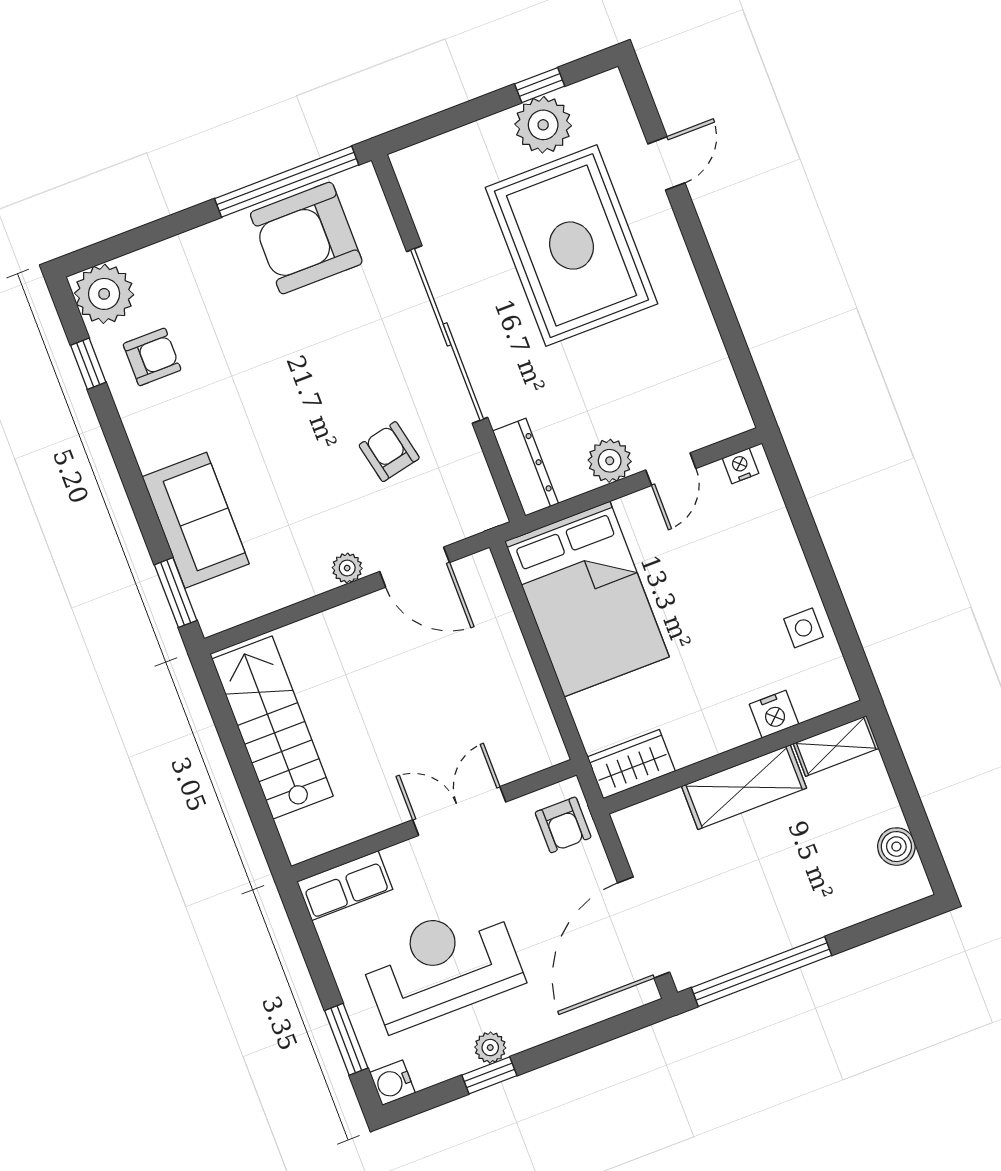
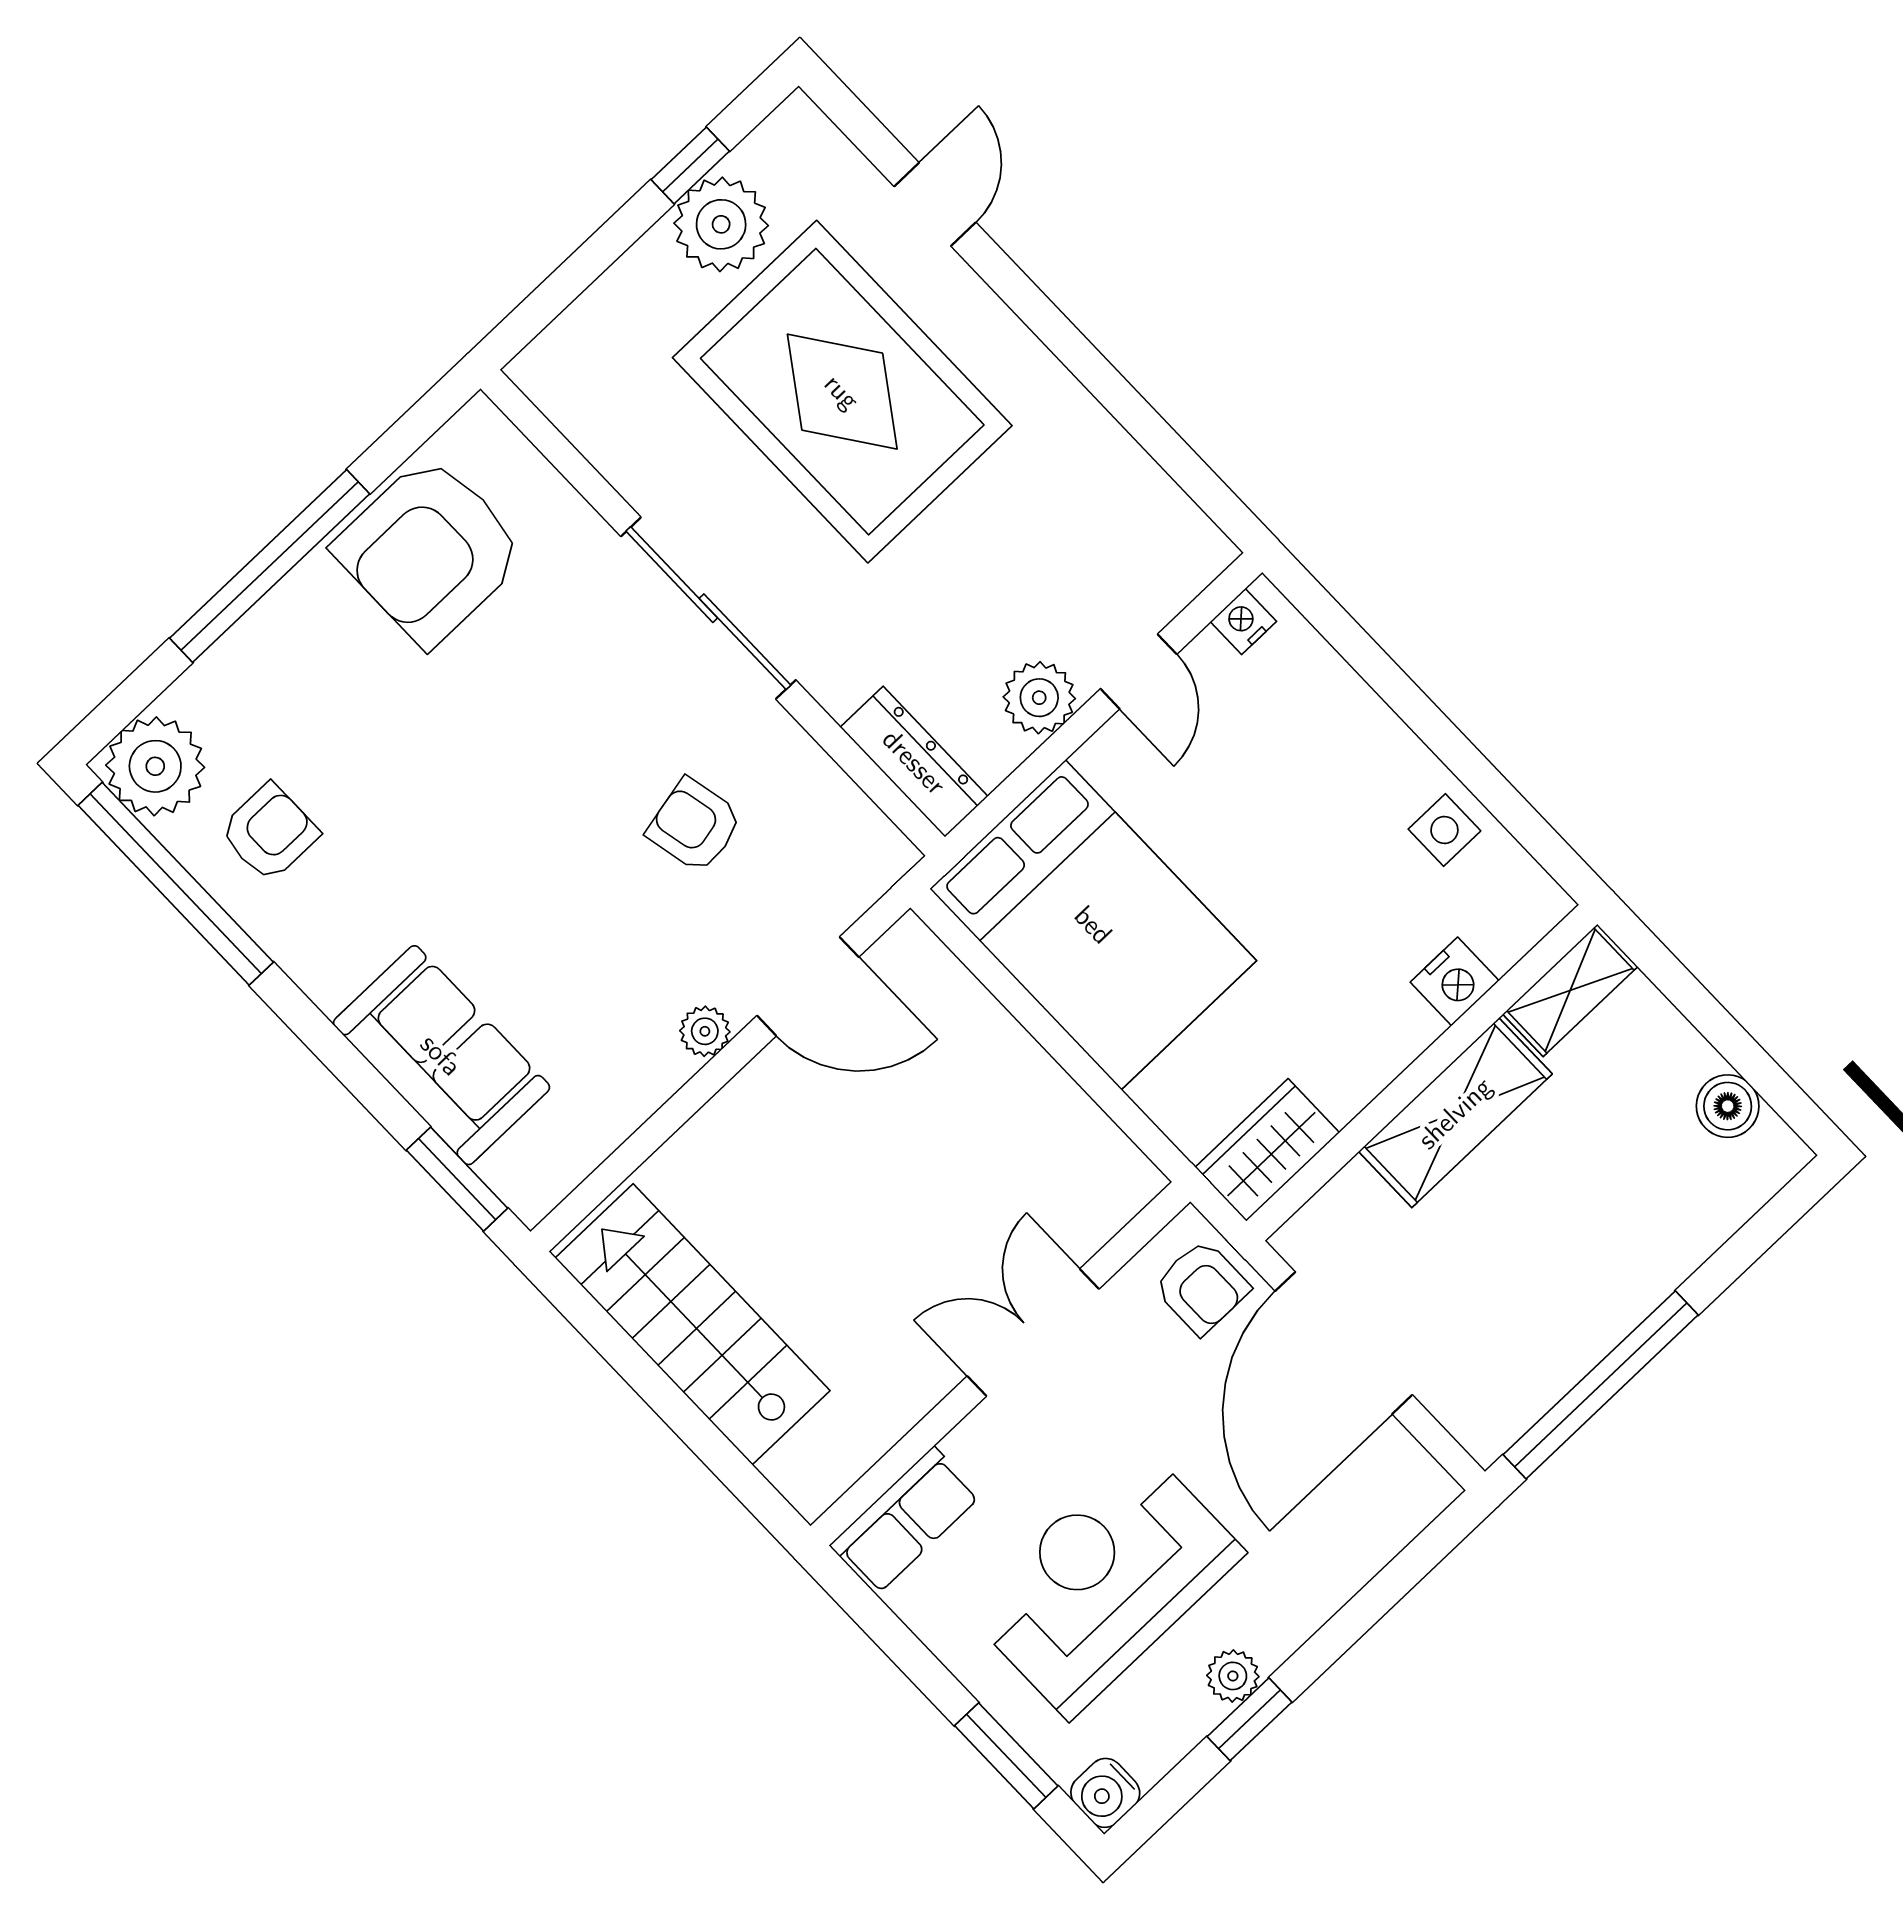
window: (287, 182) -> (270, 566), moved
sliding door: (447, 334) -> (708, 608), width x0.73
window: (88, 364) -> (176, 884), width x3.17
door: (644, 928) -> (1344, 1343), moved

